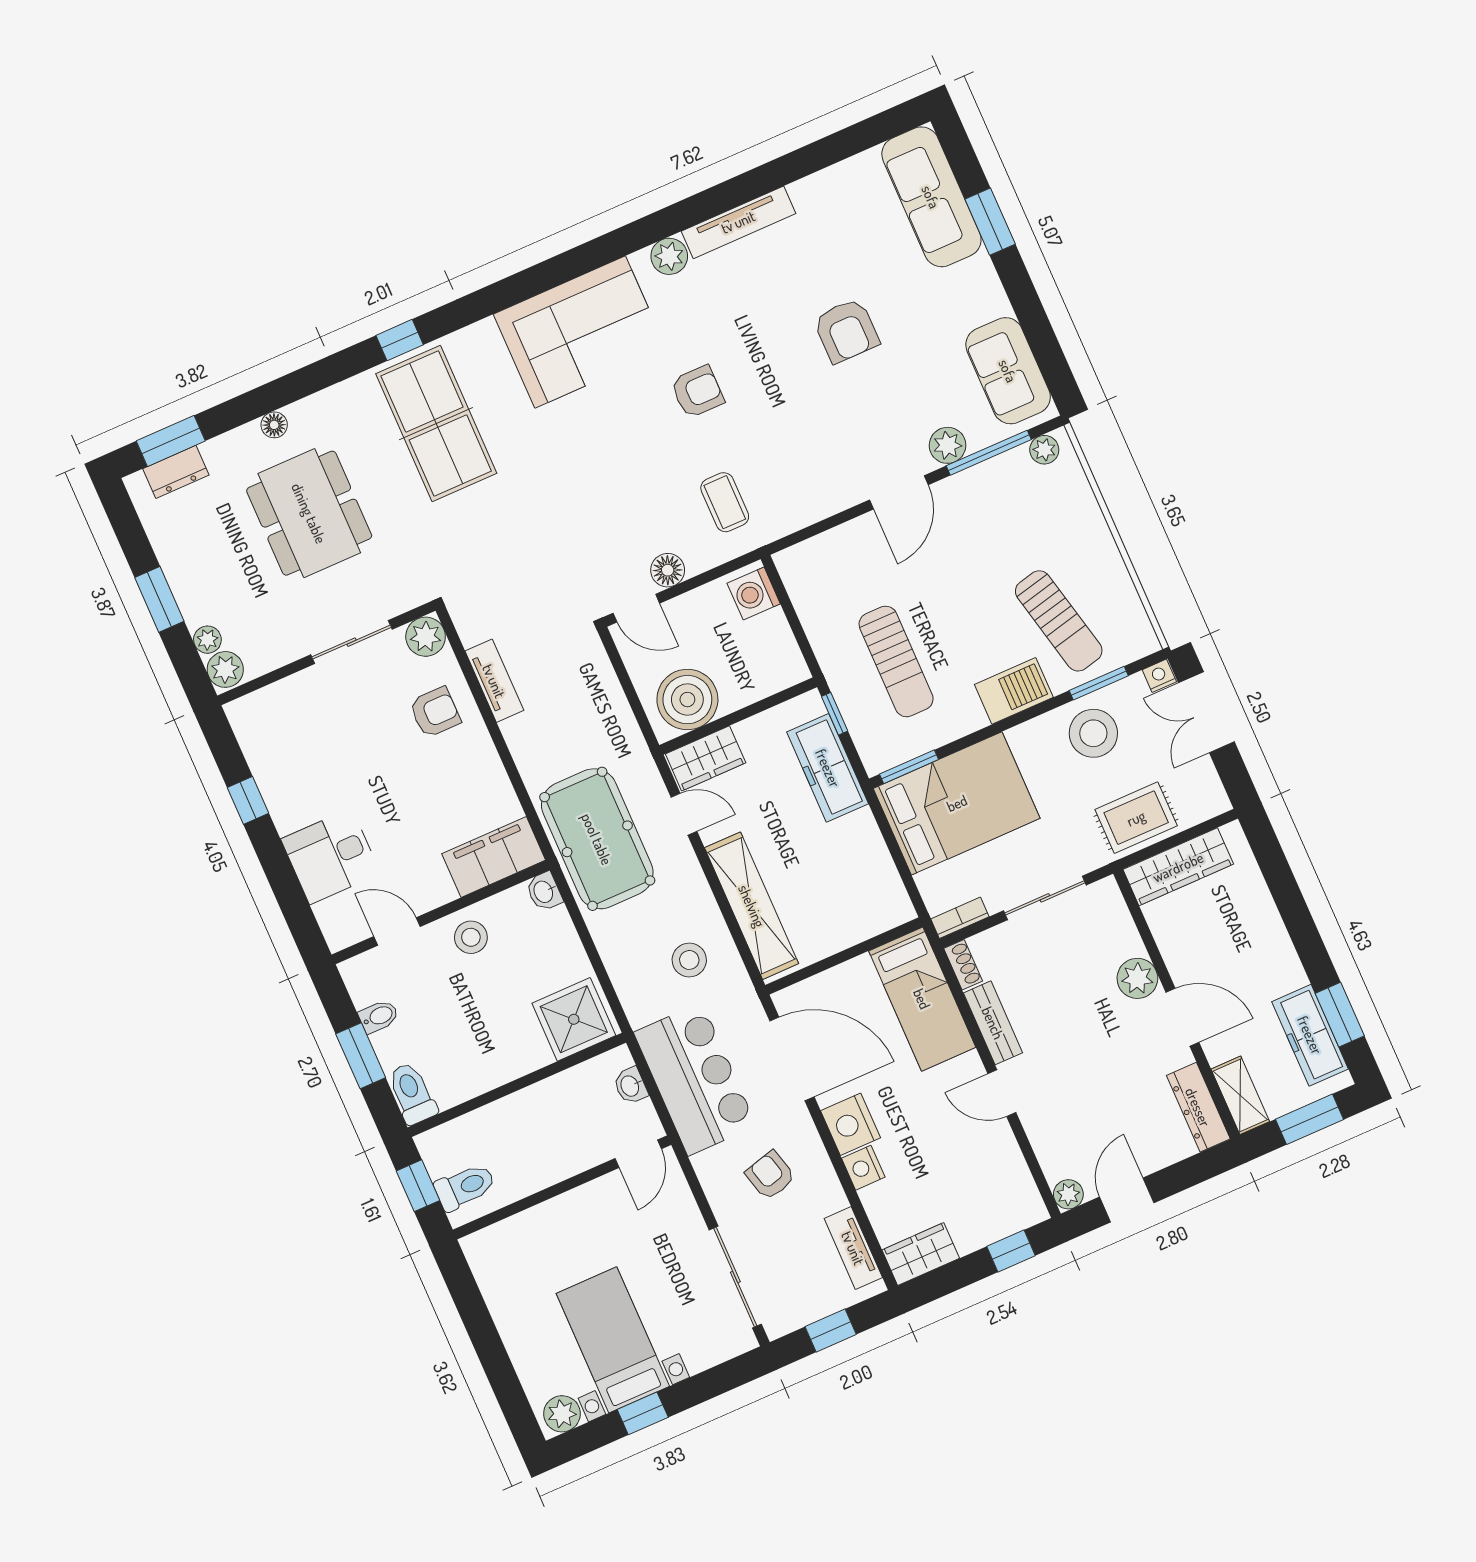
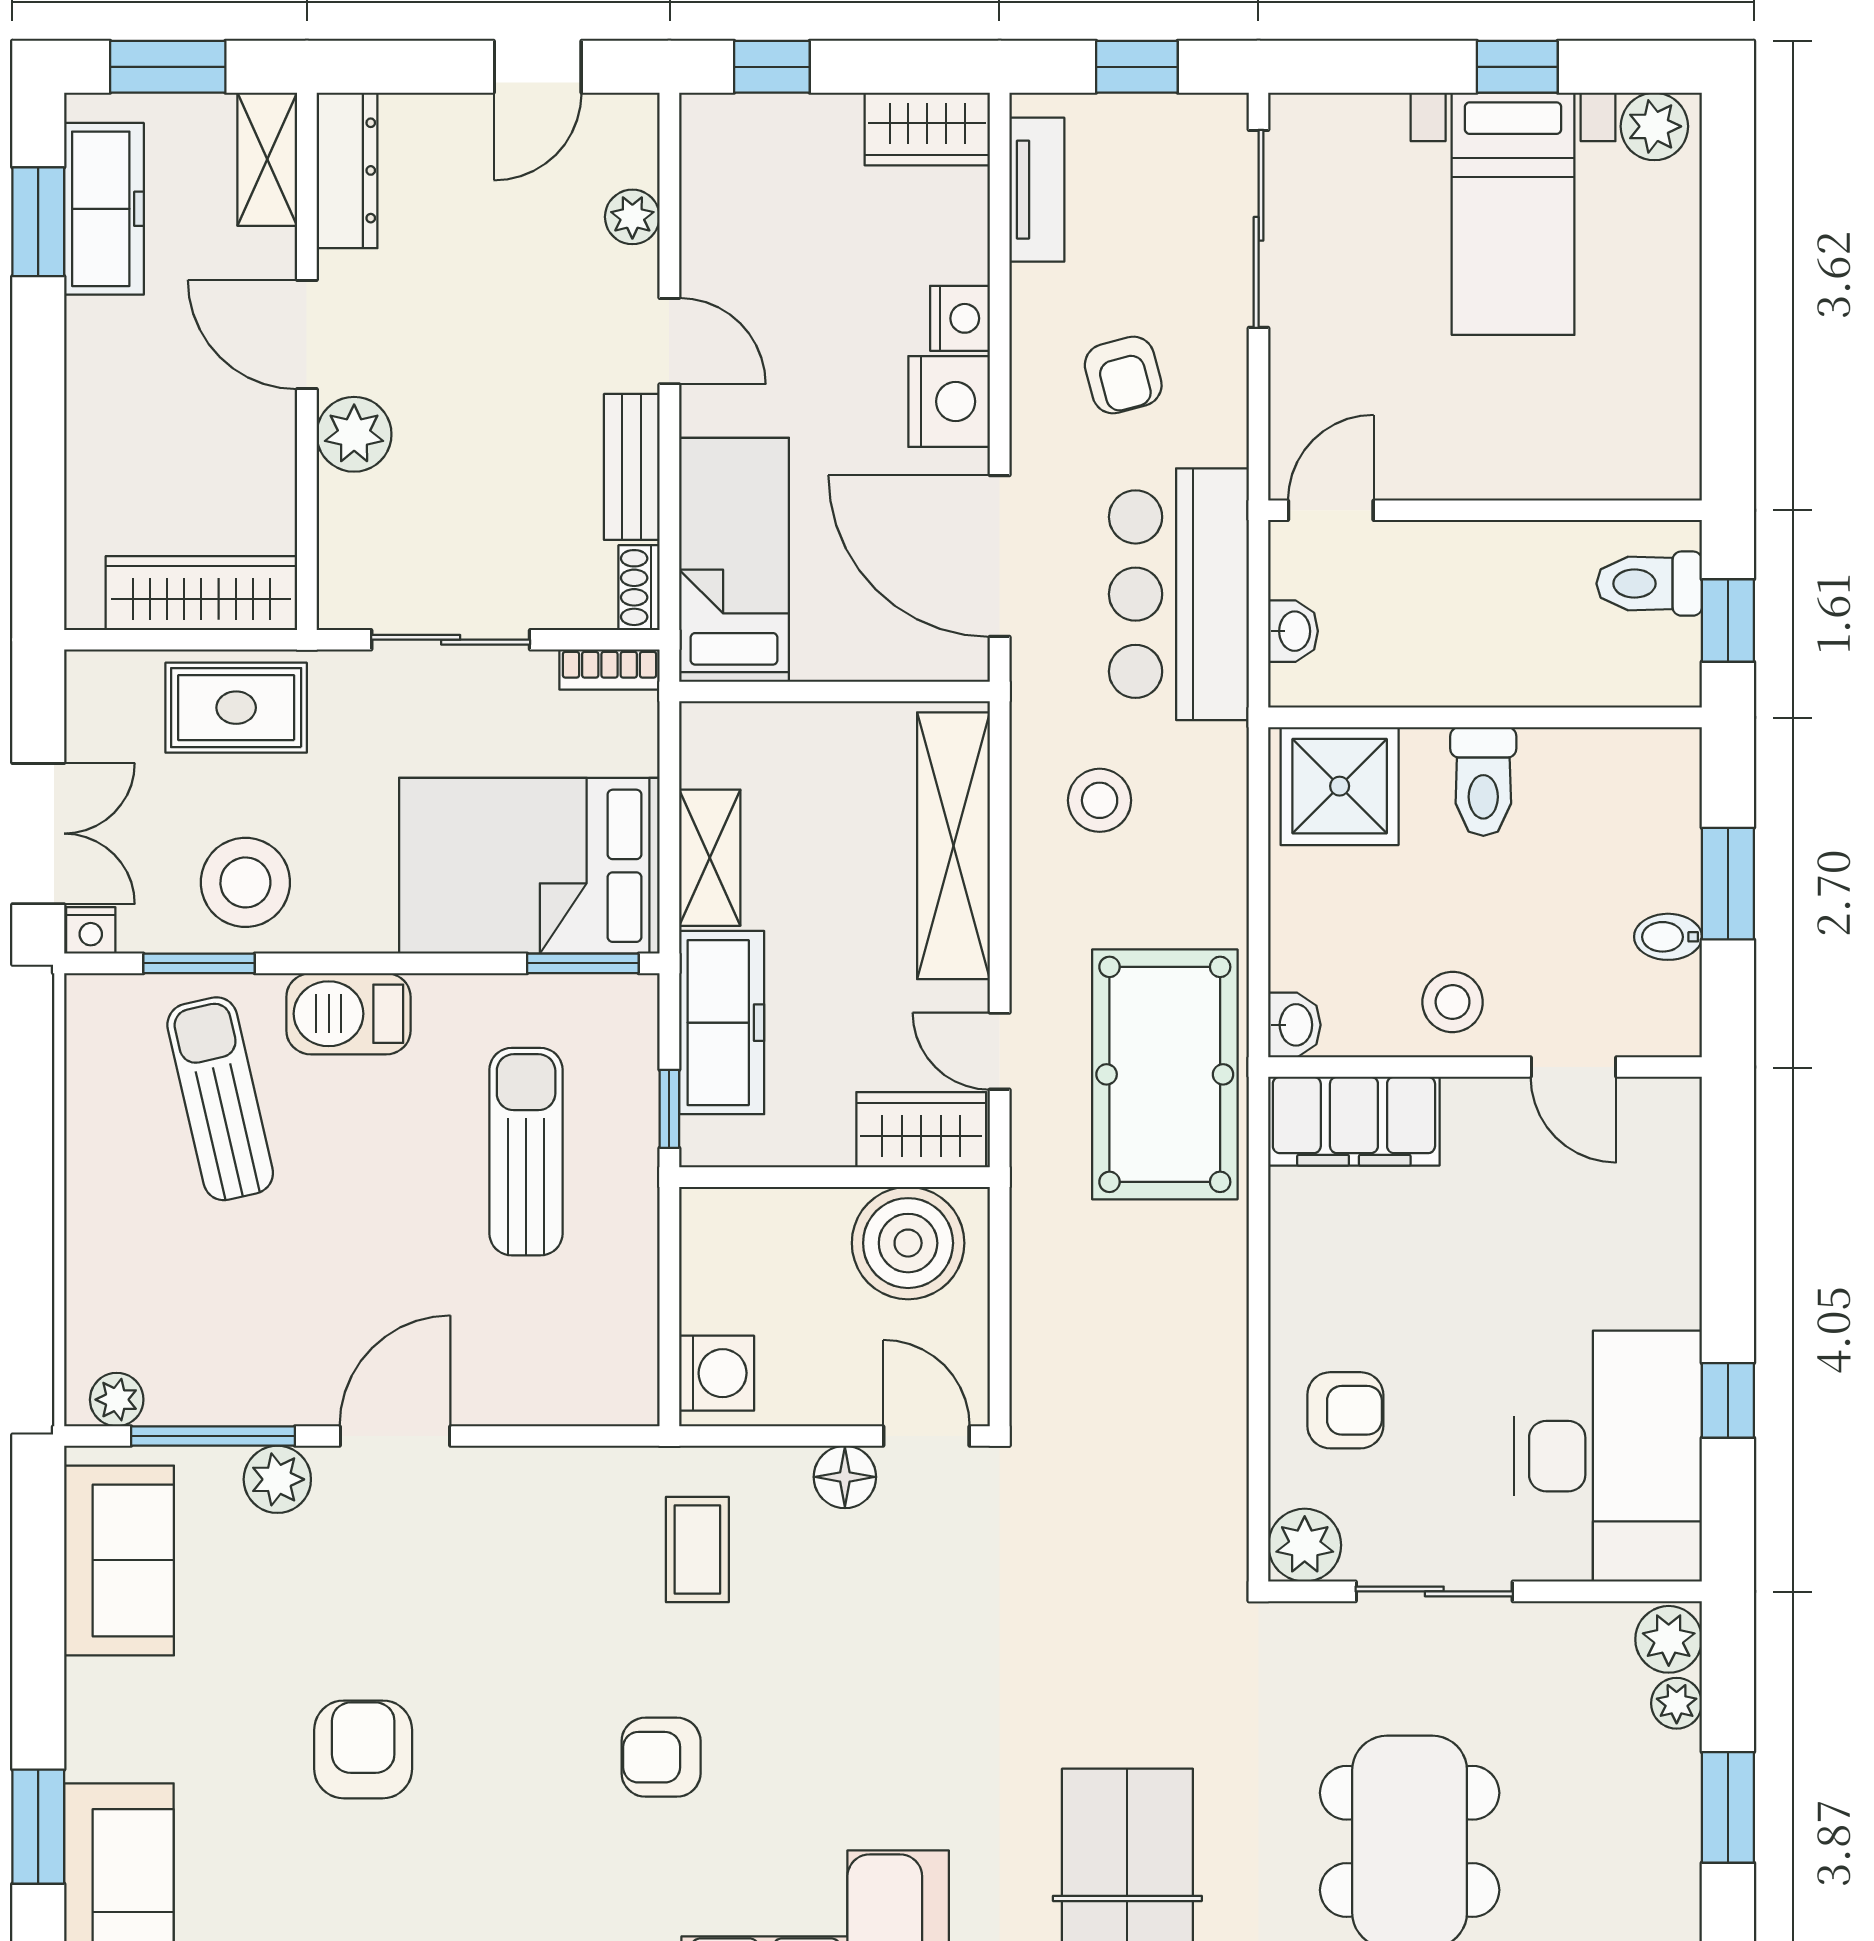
tv unit: (494, 681) -> (1221, 1419), removed
armchair: (435, 712) -> (1345, 1410), turned 180
shelving: (869, 847) -> (710, 858), added
desk: (331, 856) -> (1608, 1456), moved, width x1.87, depth x1.30
toilet: (412, 1093) -> (1483, 782), moved
plant: (1068, 1194) -> (632, 217), moved

